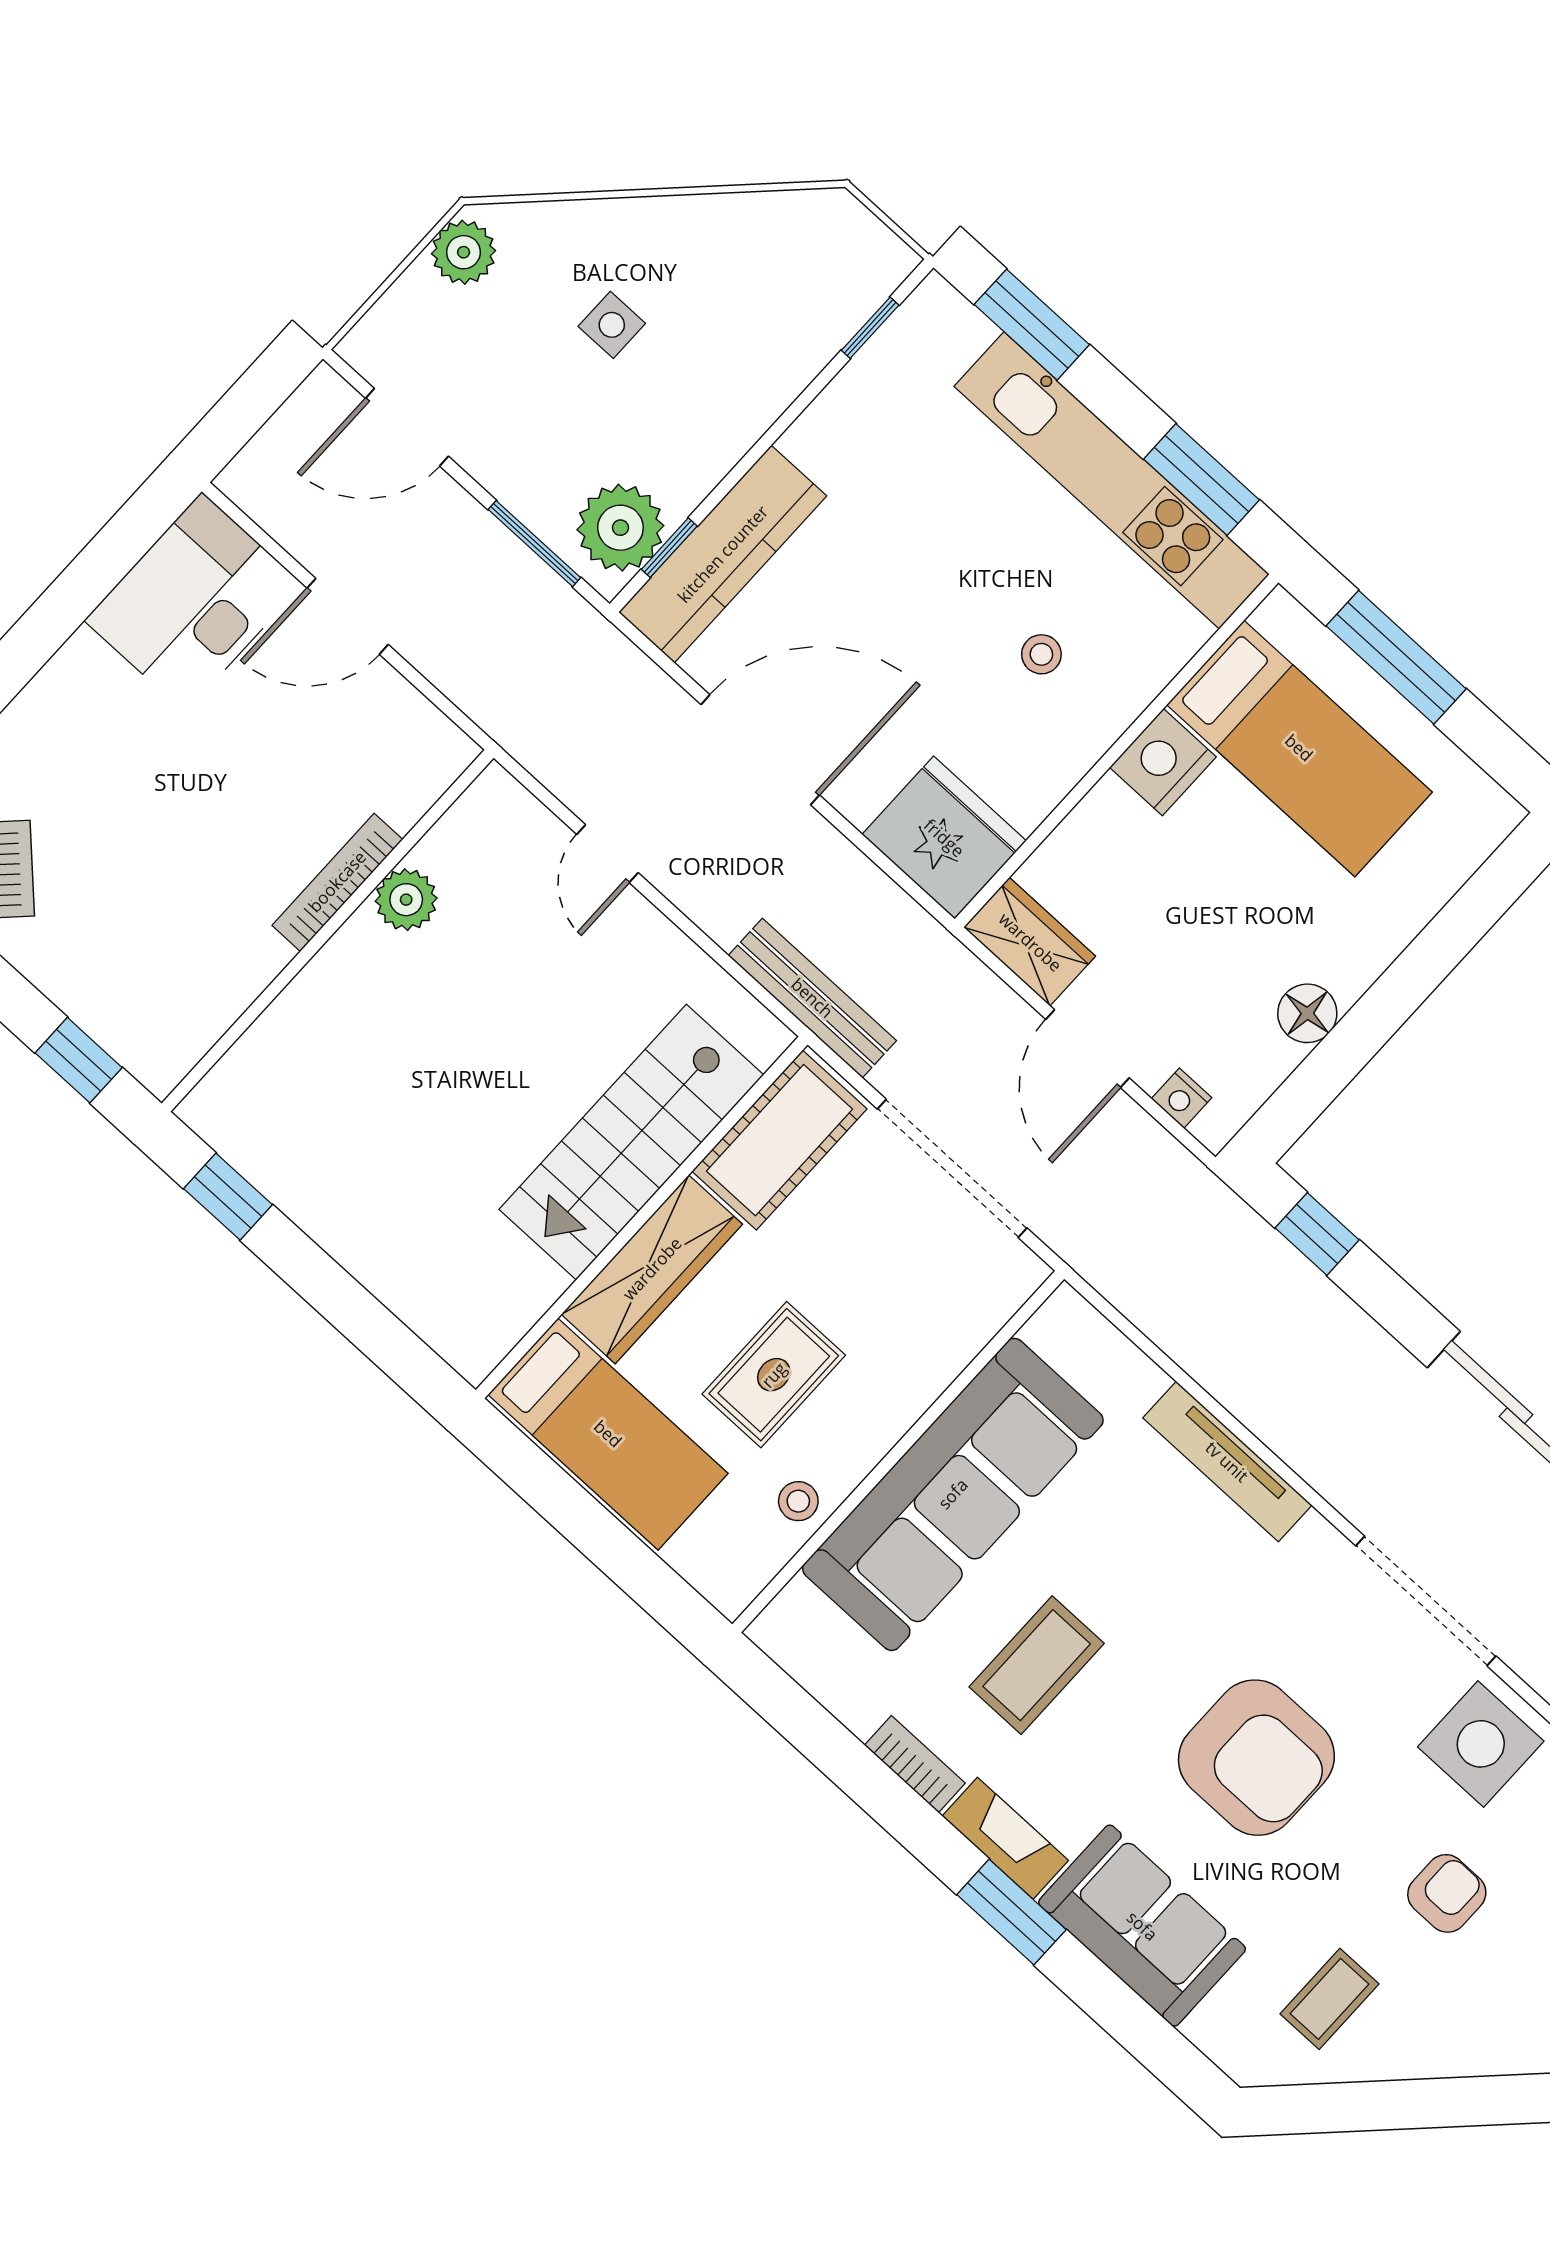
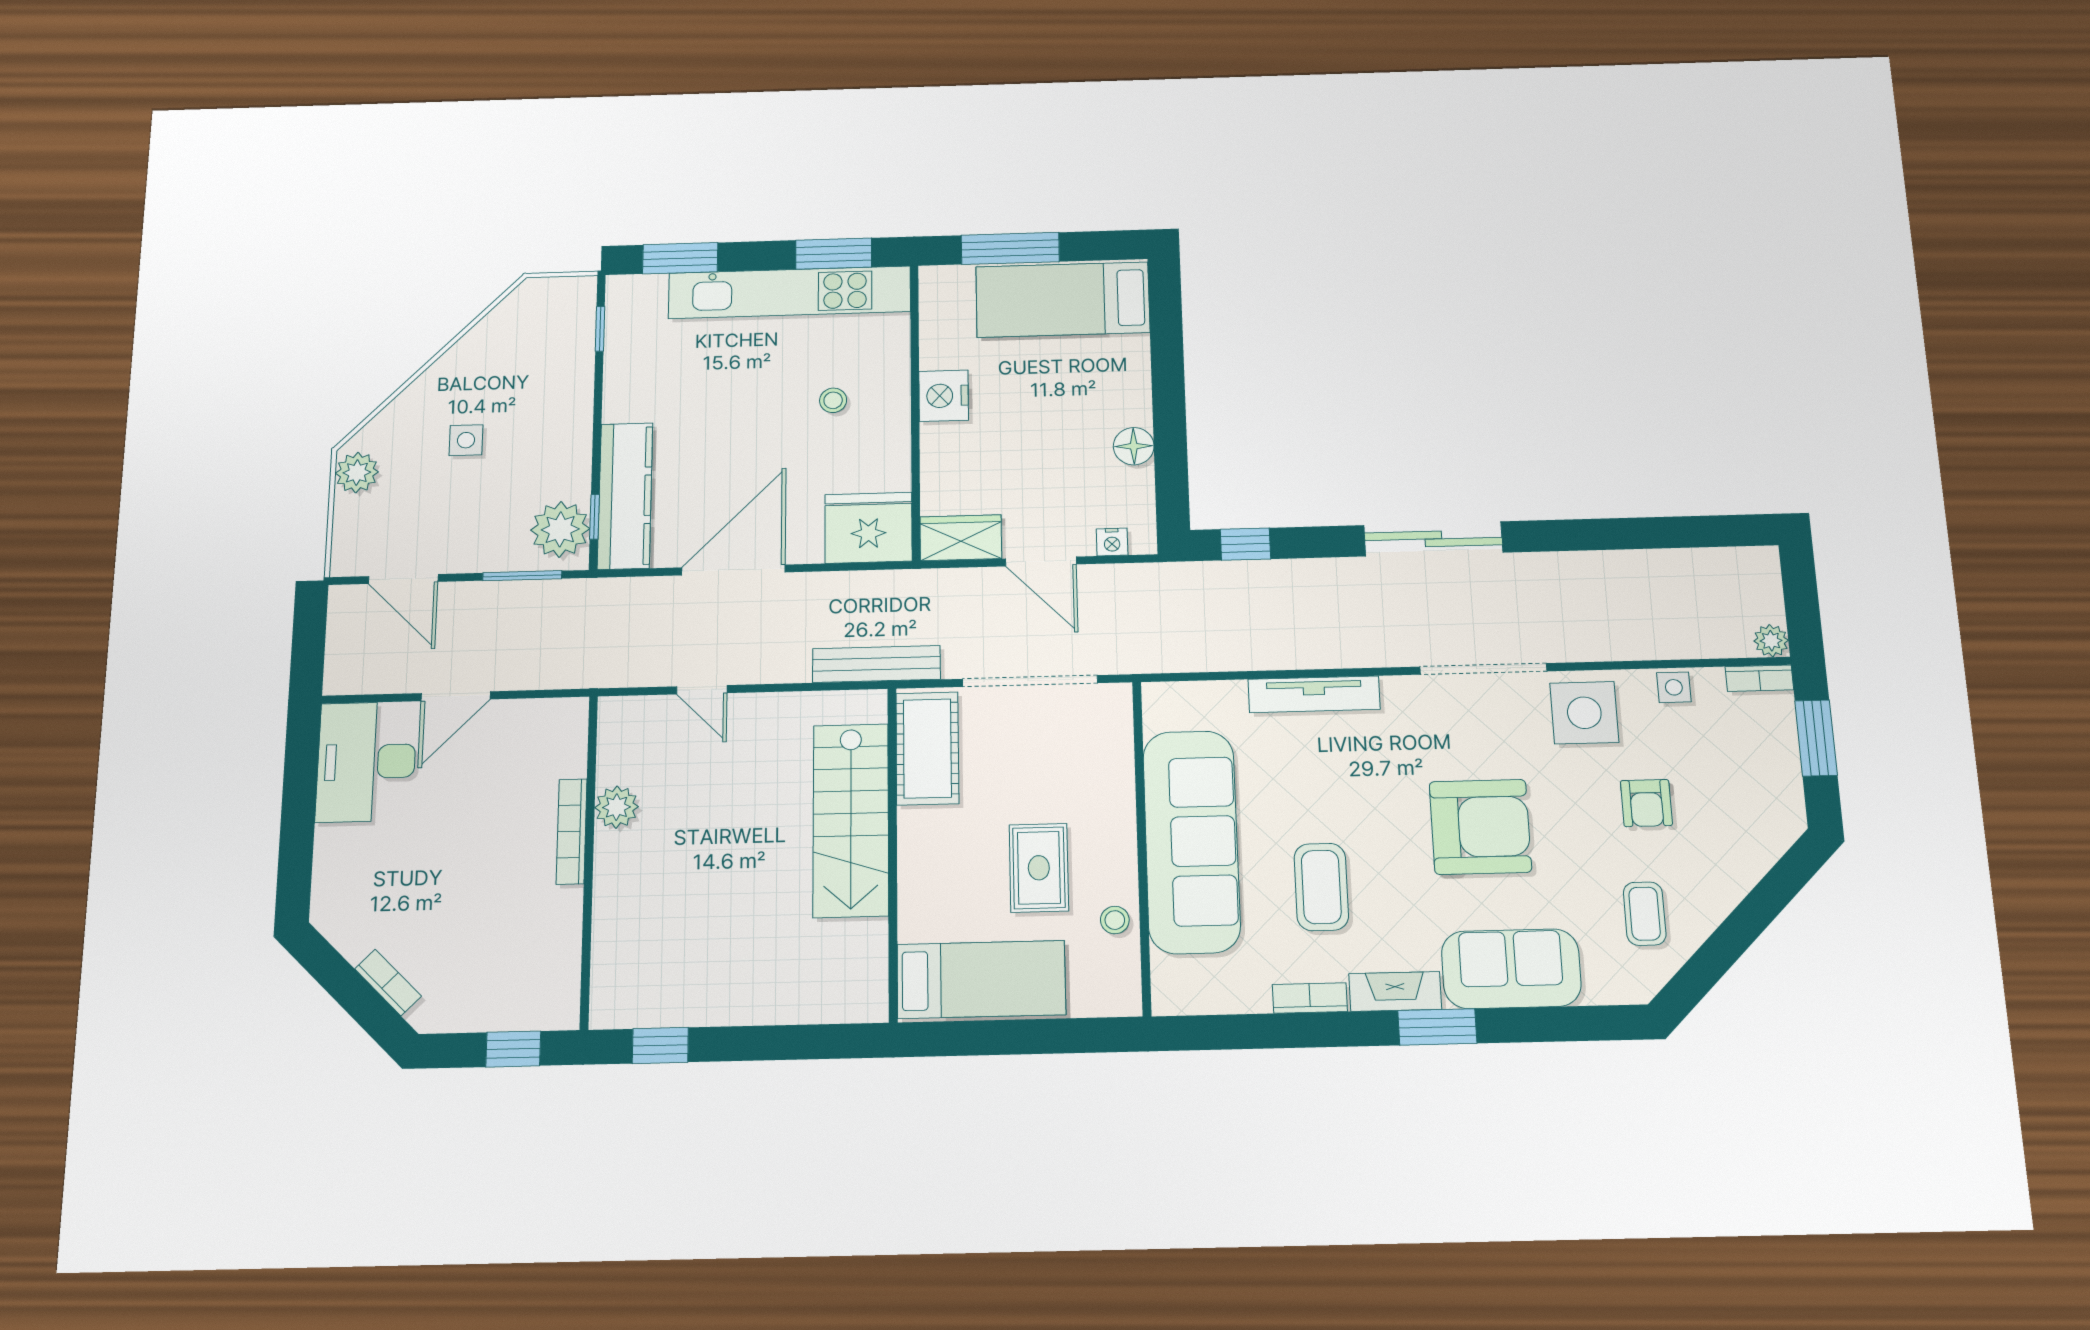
door: (407, 427) -> (403, 579), hinge flipped
bed: (1299, 748) -> (1063, 300), moved, turned 180
wardrobe: (652, 1269) -> (923, 874), removed
armchair: (1447, 1893) -> (1646, 803), turned 180

